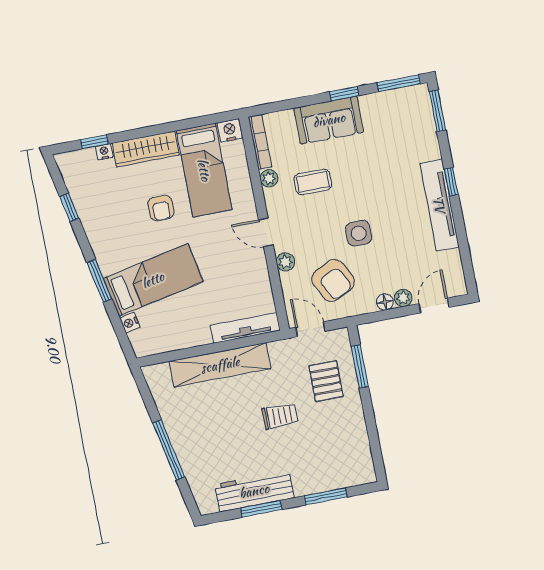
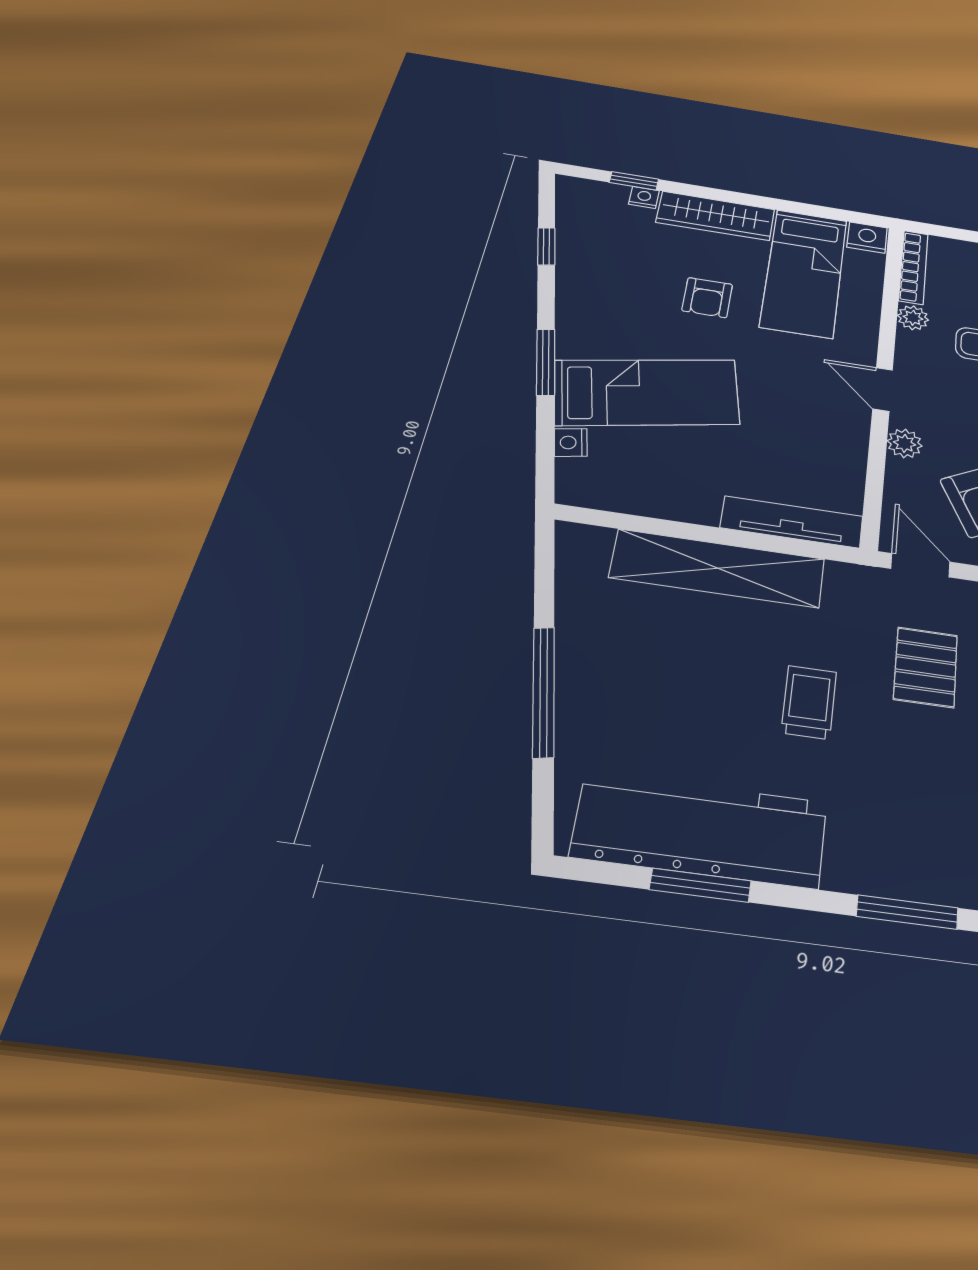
trolley: (280, 416) -> (809, 702), turned -90
workbench: (254, 491) -> (701, 829), width x1.36, depth x1.32
window: (326, 496) -> (907, 912), moved

